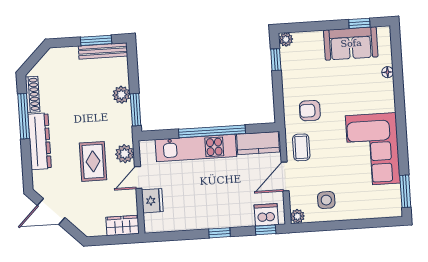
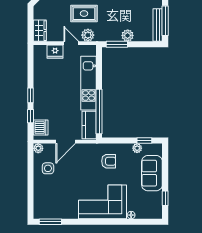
plant: (286, 39) -> (137, 148), moved
window: (96, 40) -> (165, 21), width x1.44
sofa: (351, 43) -> (152, 173), moved
armchair: (310, 111) -> (109, 161), turned 90
window: (212, 131) -> (99, 112), moved
coffee table: (301, 147) -> (84, 154), removed
corner sofa: (373, 149) -> (103, 202), moved
door: (285, 176) -> (66, 142), swing flipped
window: (266, 230) -> (31, 116), moved

